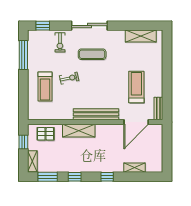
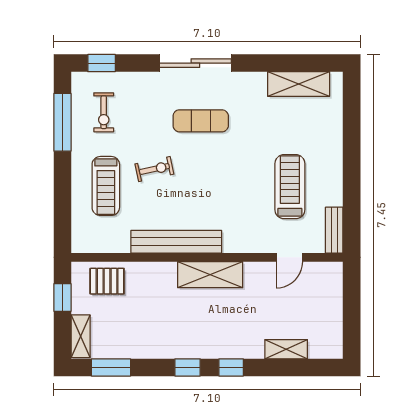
exercise bike: (60, 42) -> (104, 112), moved
bench: (96, 114) -> (176, 242), moved
door: (136, 122) -> (289, 257), width x0.53
shelving: (79, 131) -> (210, 275), moved
window: (75, 177) -> (188, 367), moved

